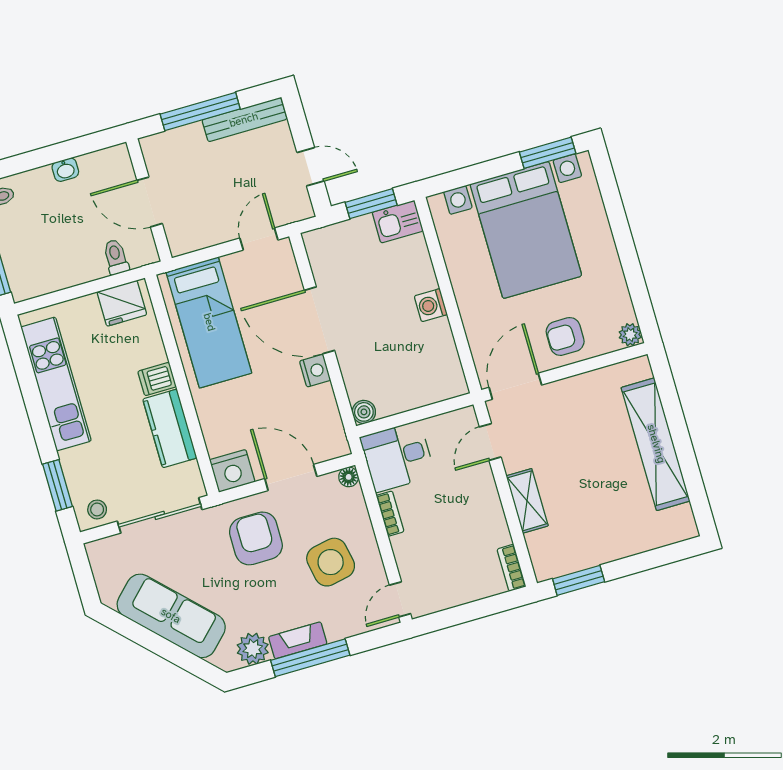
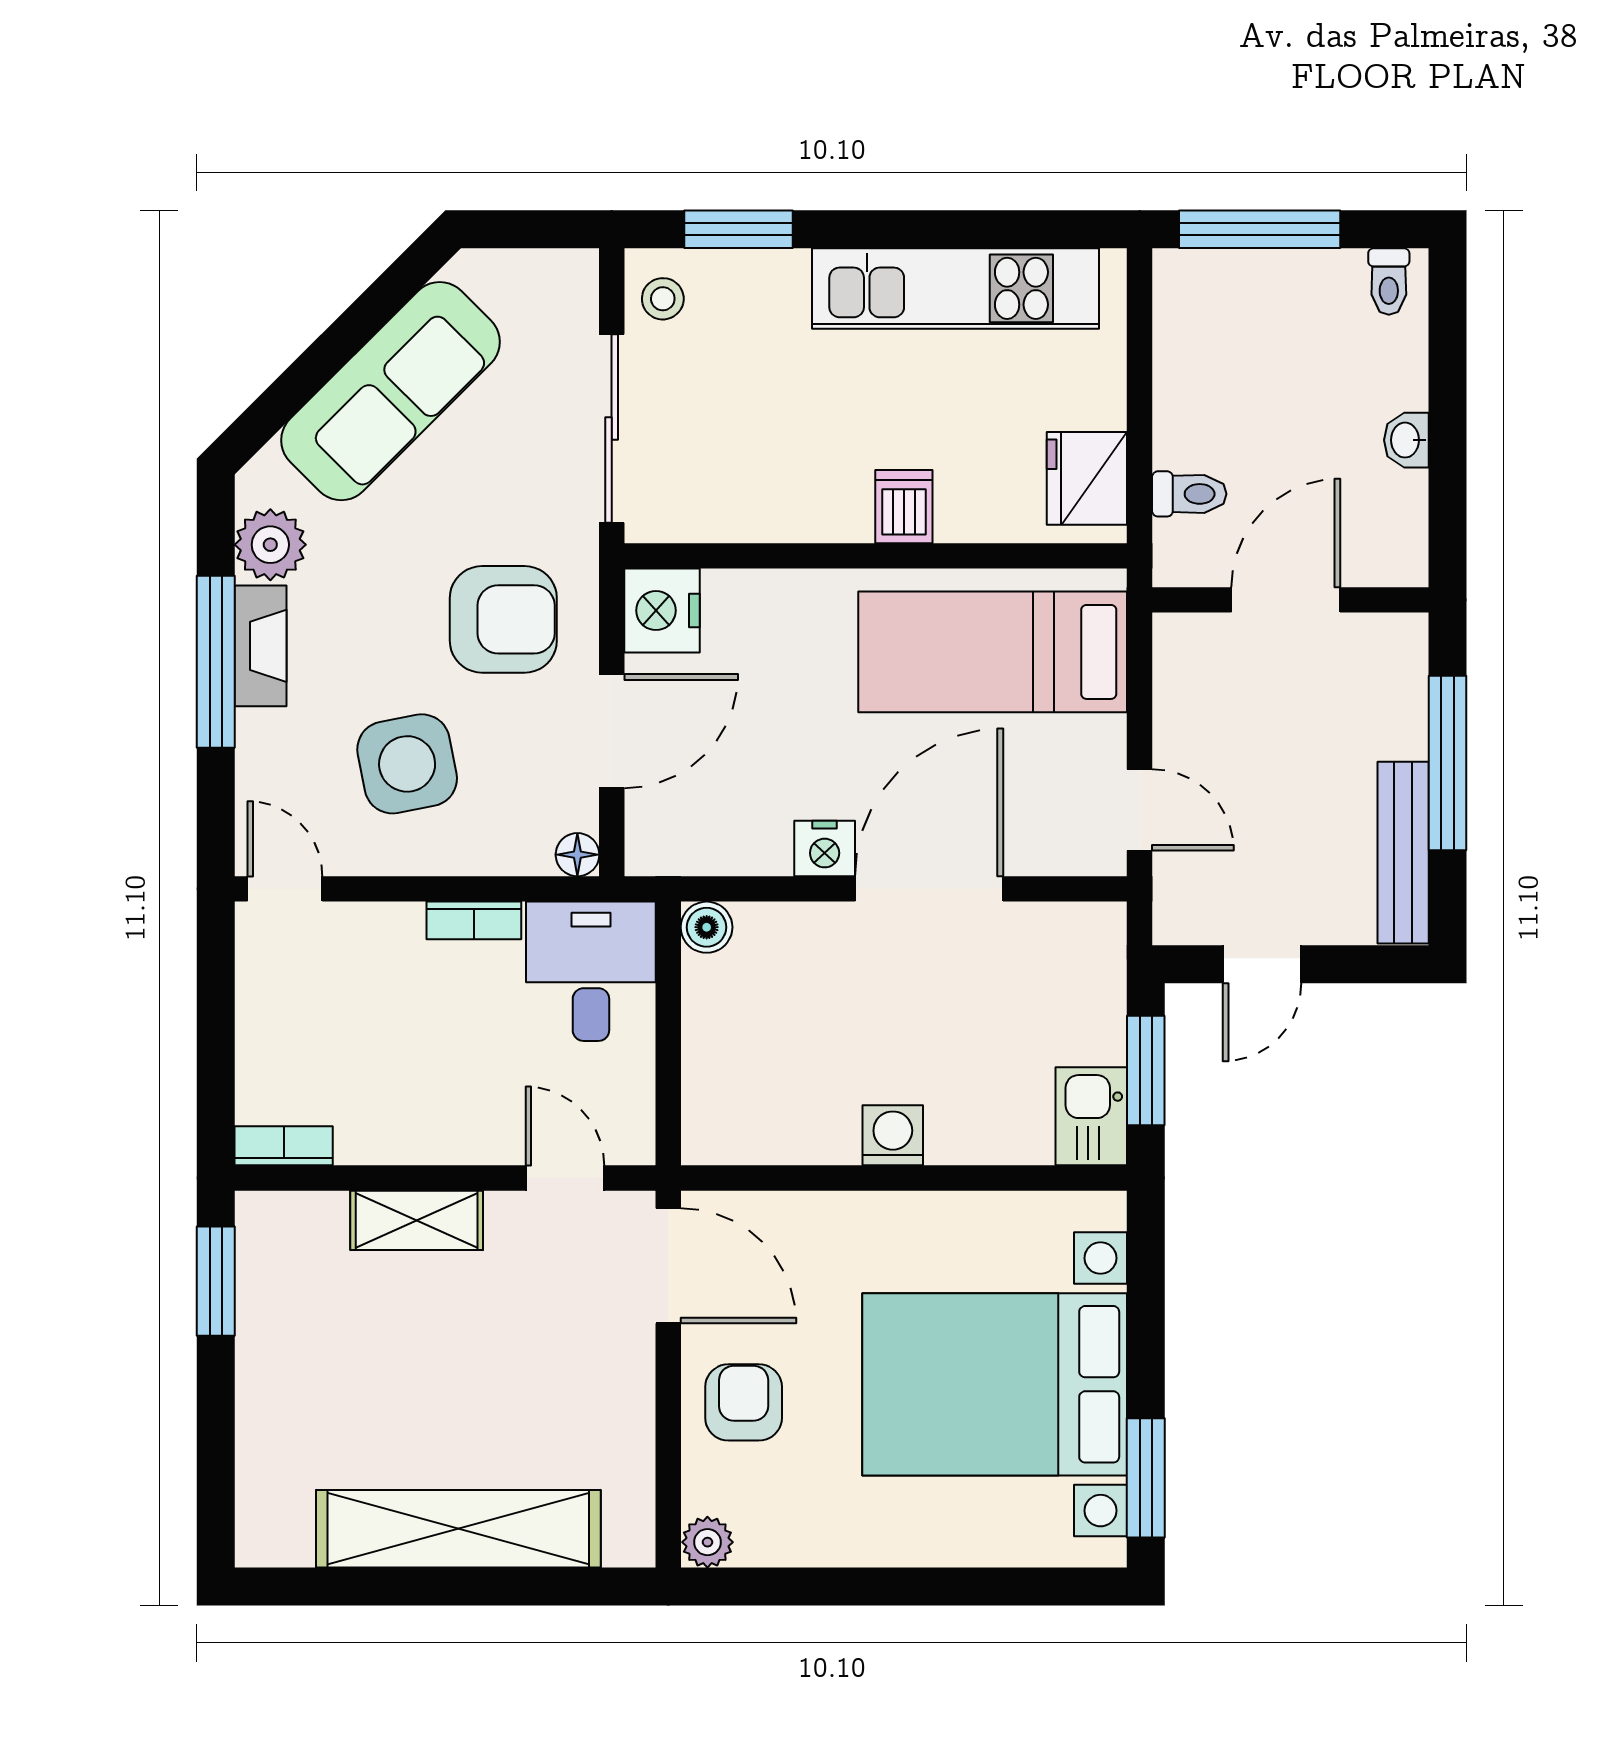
kitchen counter: (170, 428) -> (791, 503), removed

